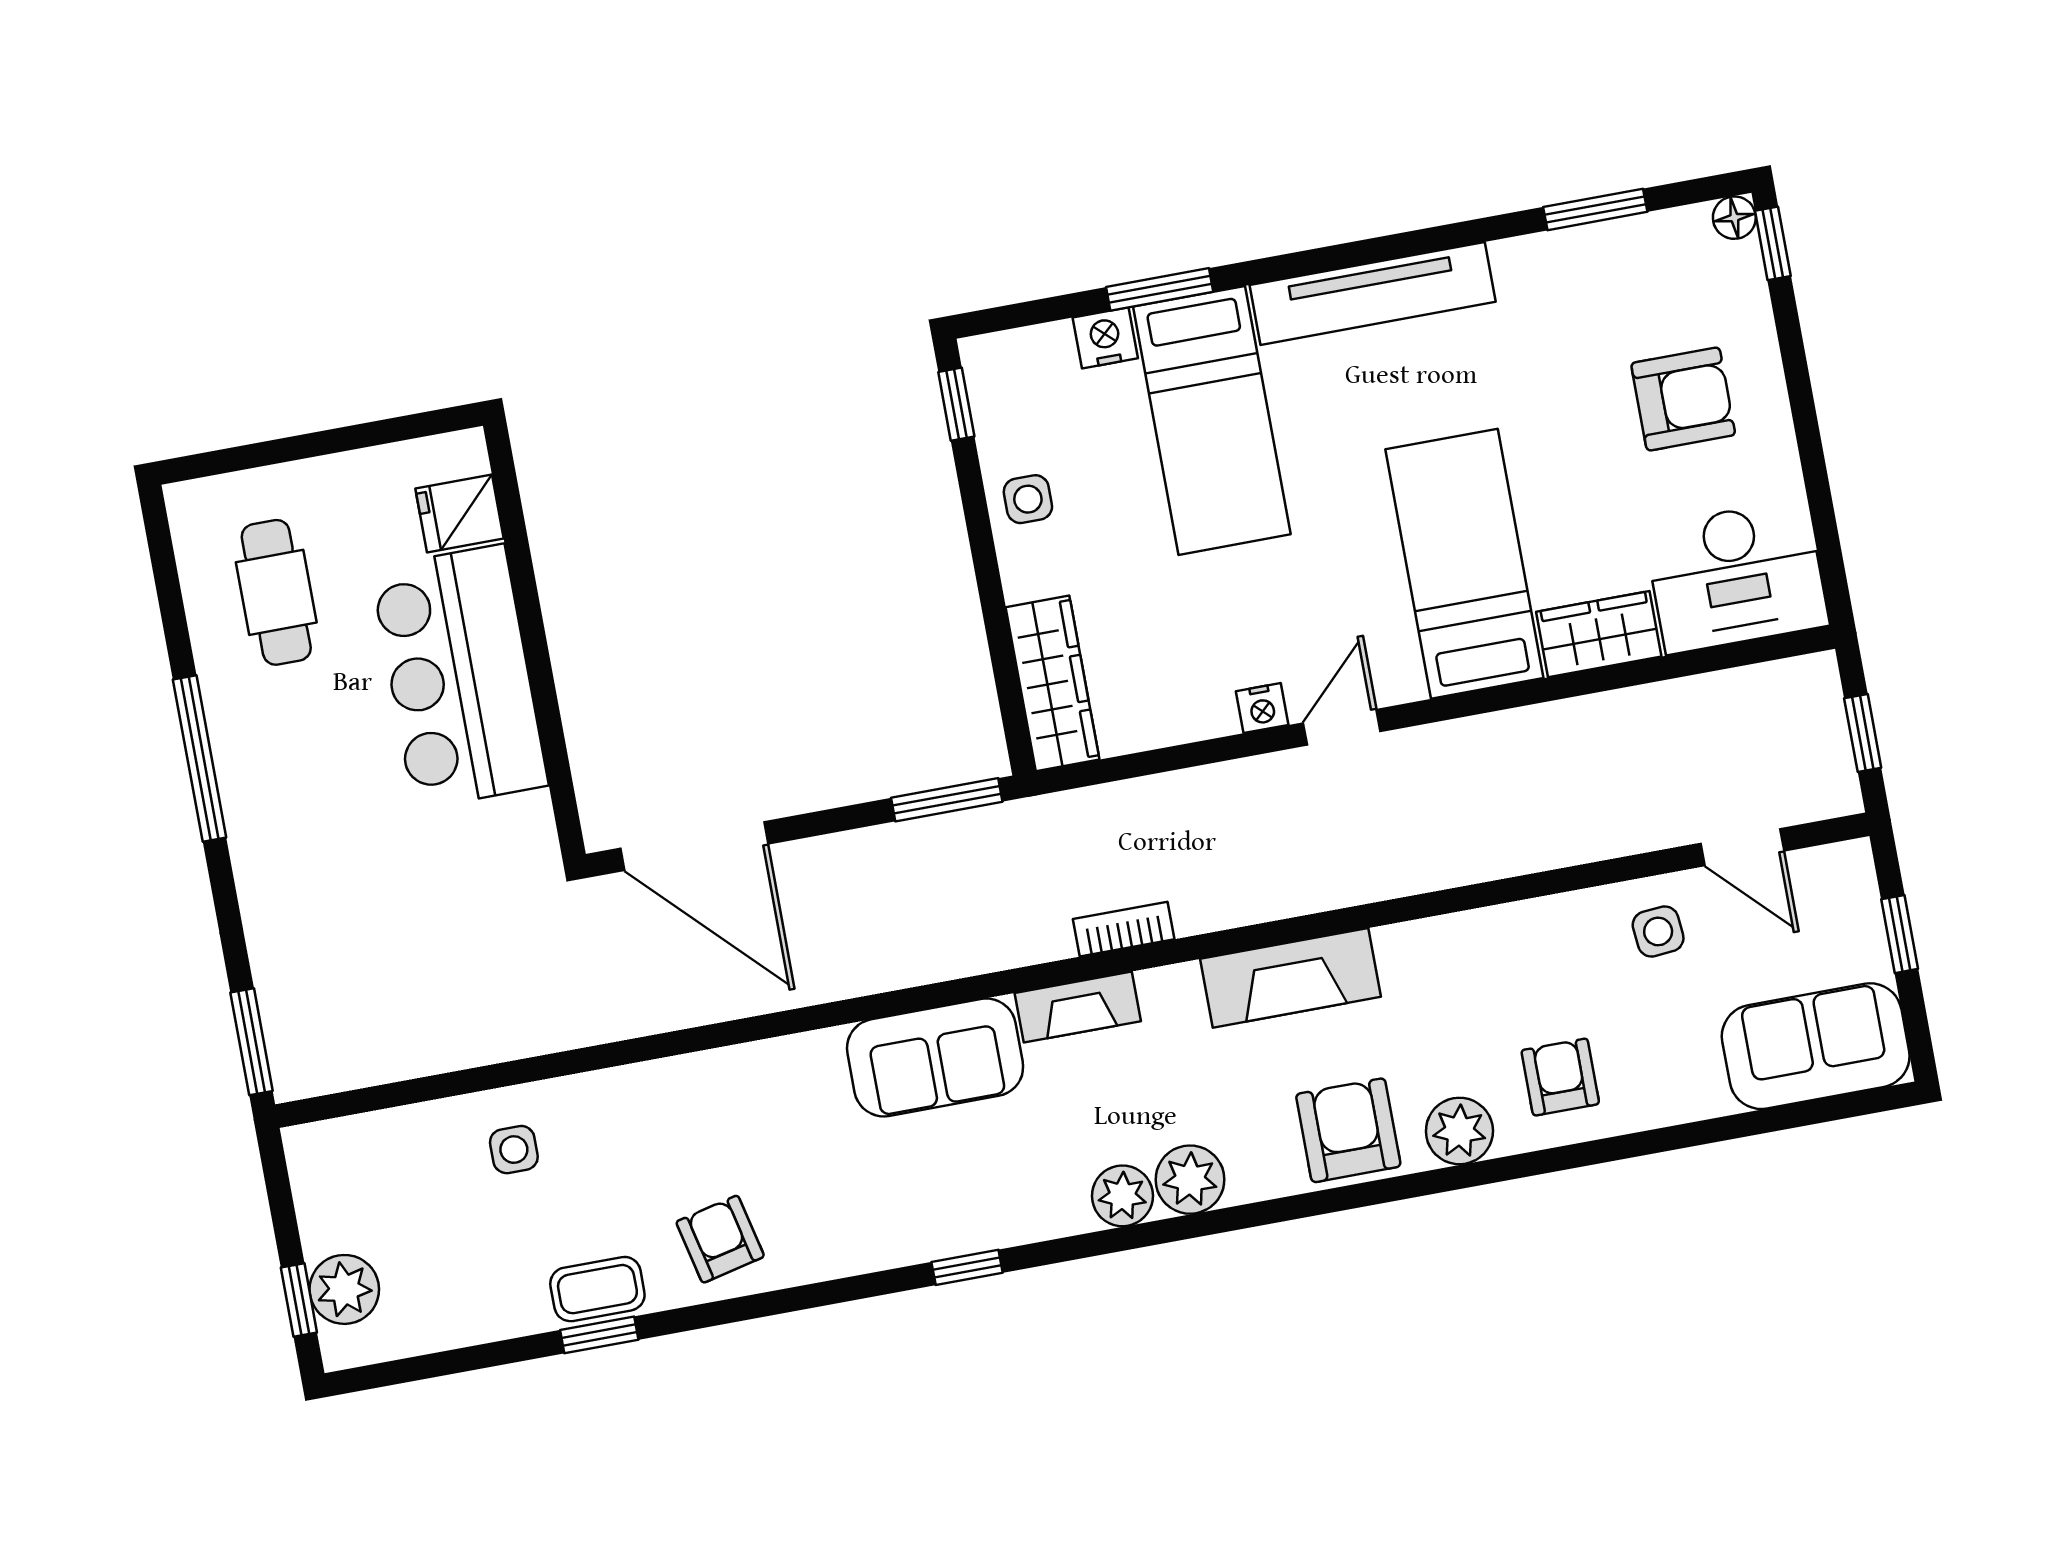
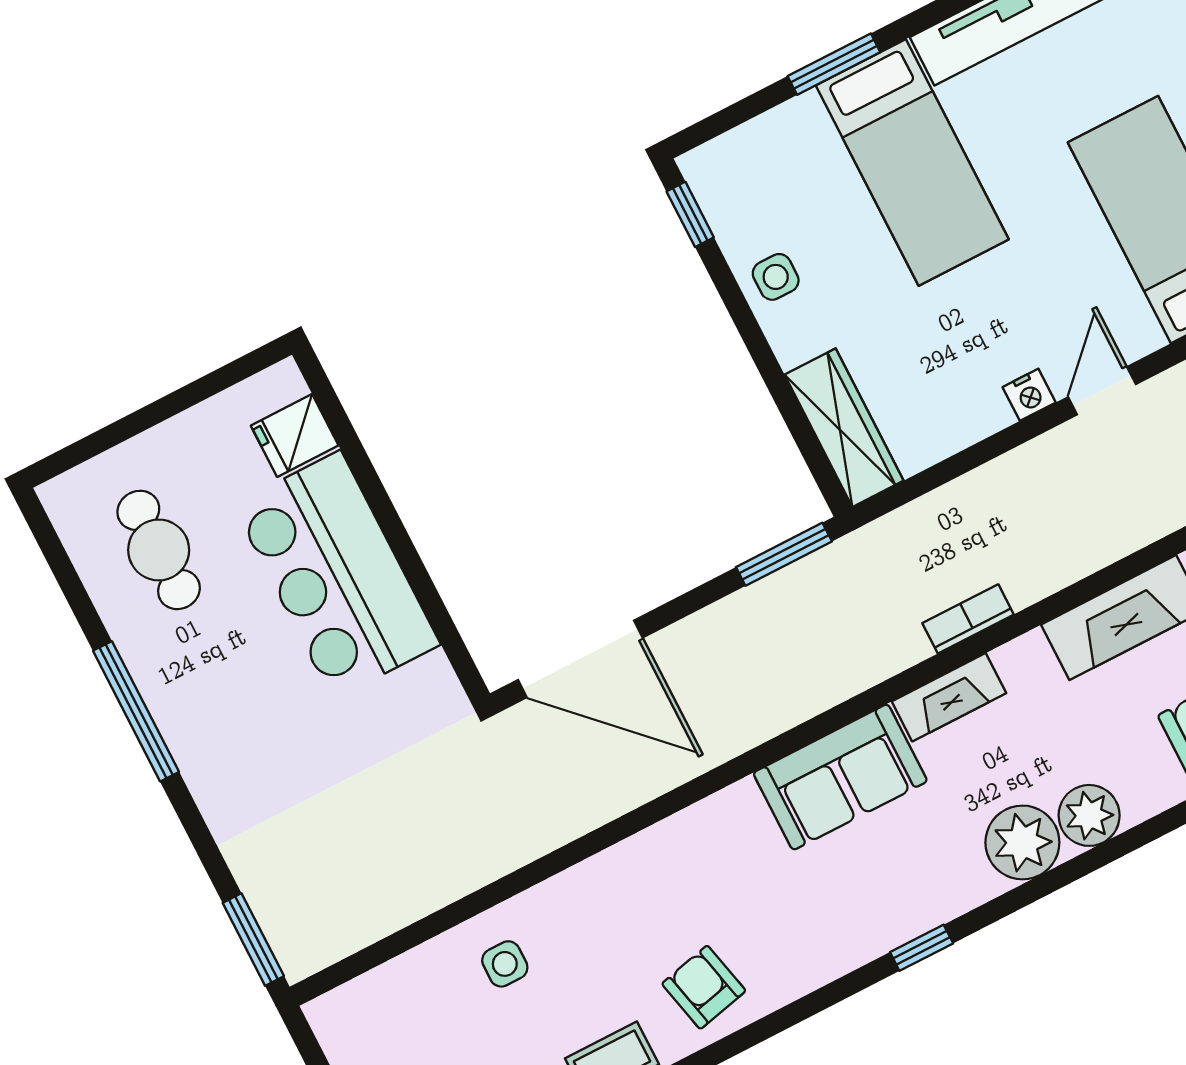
nightstand: (1105, 338) -> (800, 120), removed
plant: (1122, 1196) -> (1022, 842), width x1.36, depth x1.36

